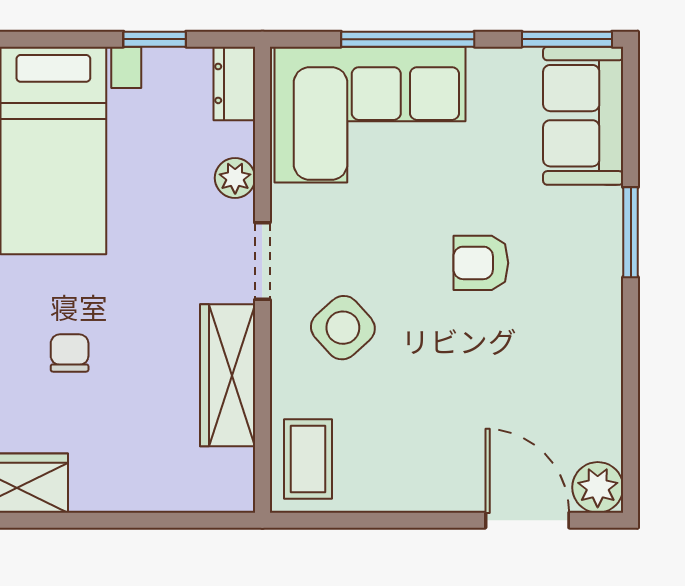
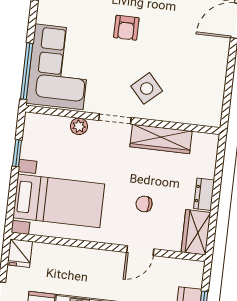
window: (408, 39) -> (27, 71), moved
dresser: (234, 83) -> (204, 194), moved, turned 90
coffee table: (308, 459) -> (200, 109), removed

